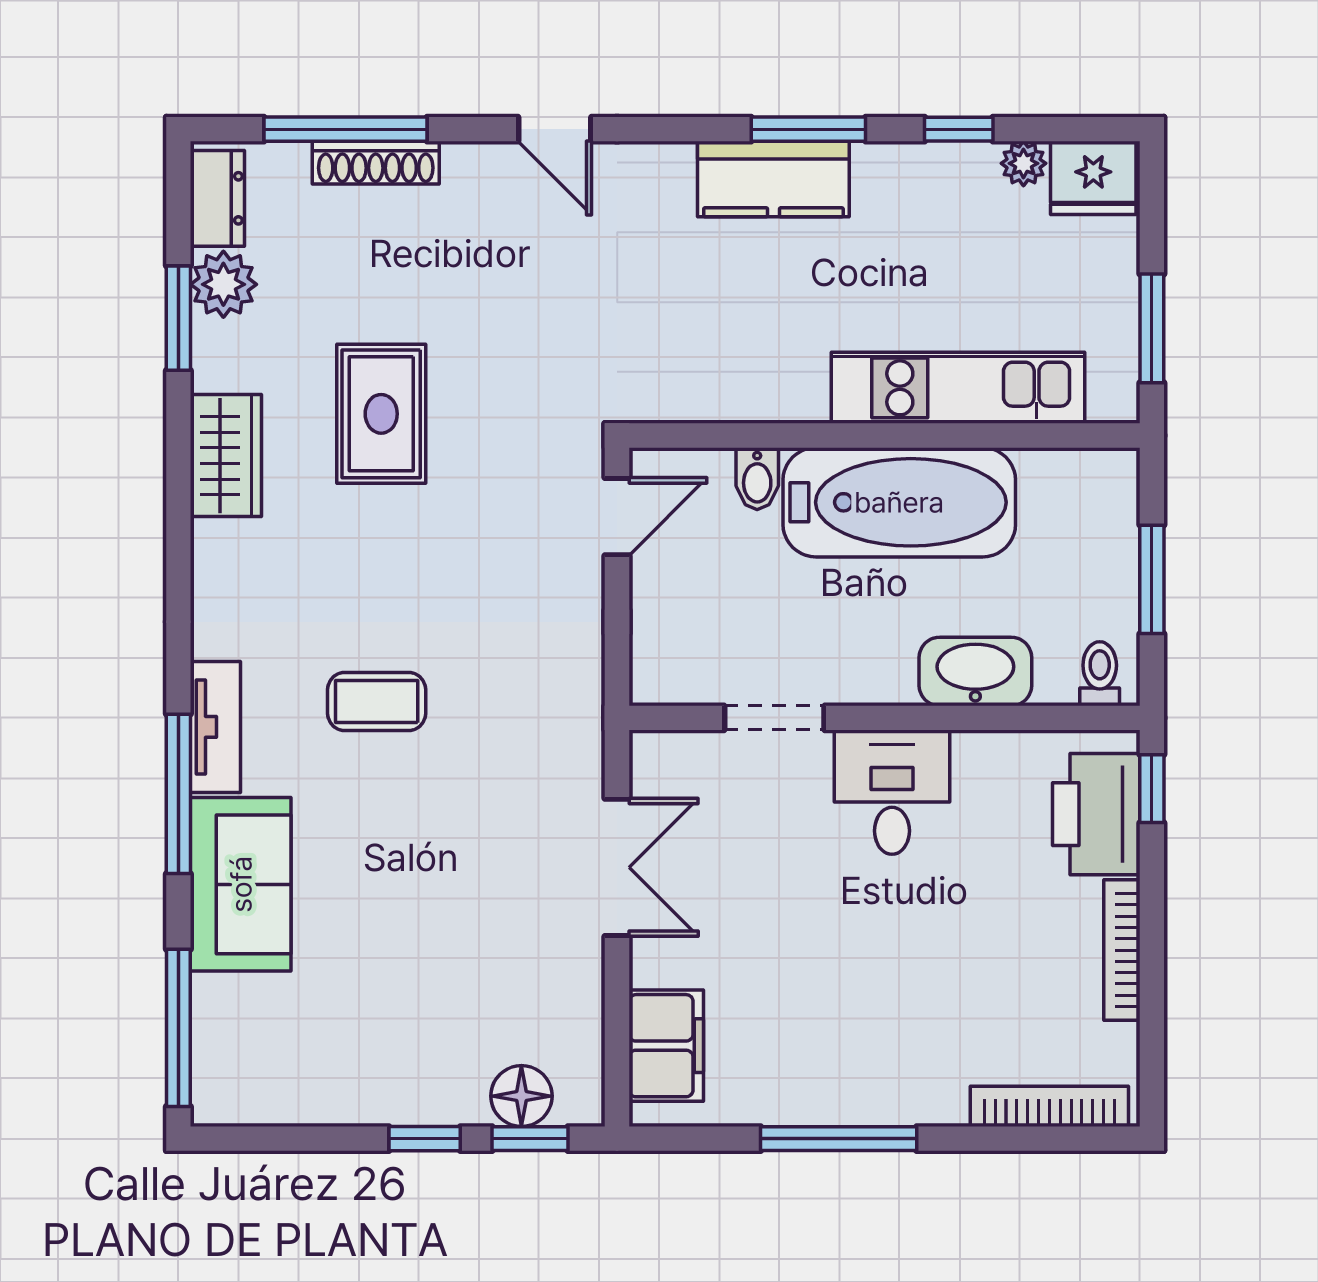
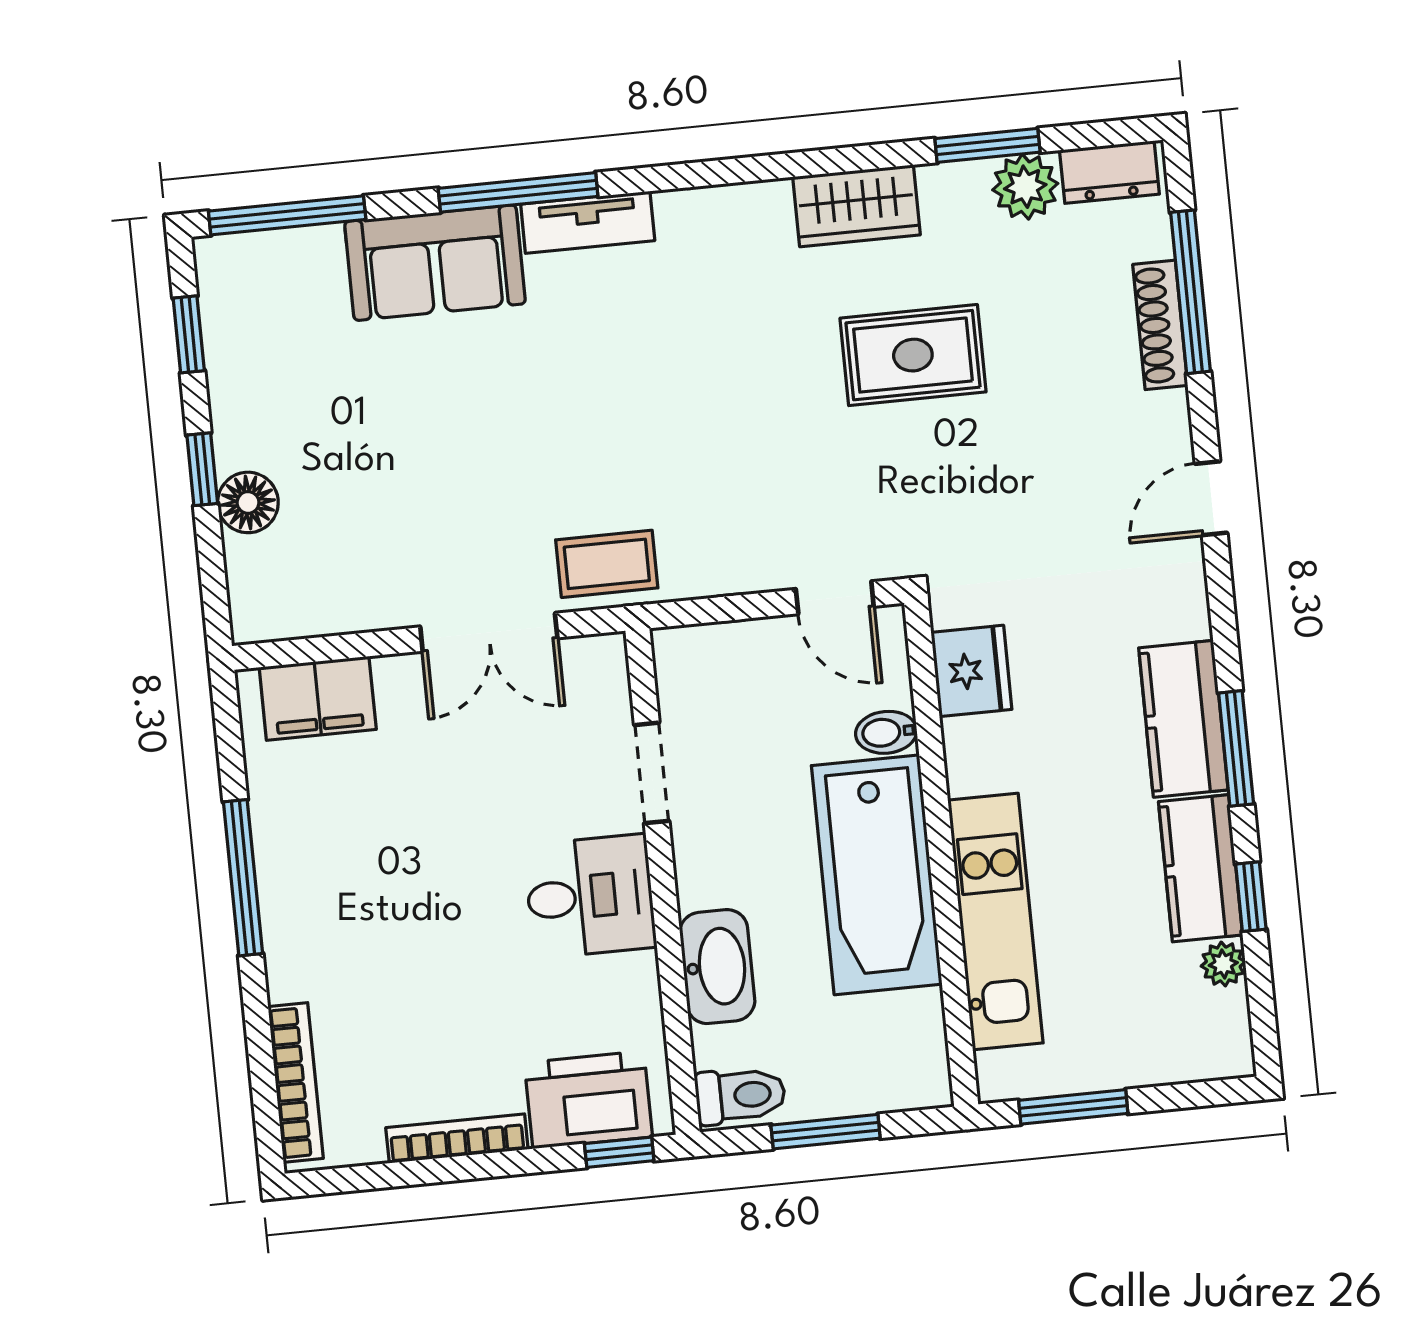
kitchen counter: (925, 177) -> (1201, 868), added
fridge: (1093, 178) -> (971, 671), moved, turned 180
toilet: (1100, 674) -> (740, 1095), width x1.37, depth x1.39
coffee table: (377, 701) -> (607, 564), moved, turned 90
floor lamp: (521, 1096) -> (248, 502), moved
window: (530, 1139) -> (189, 334), moved

